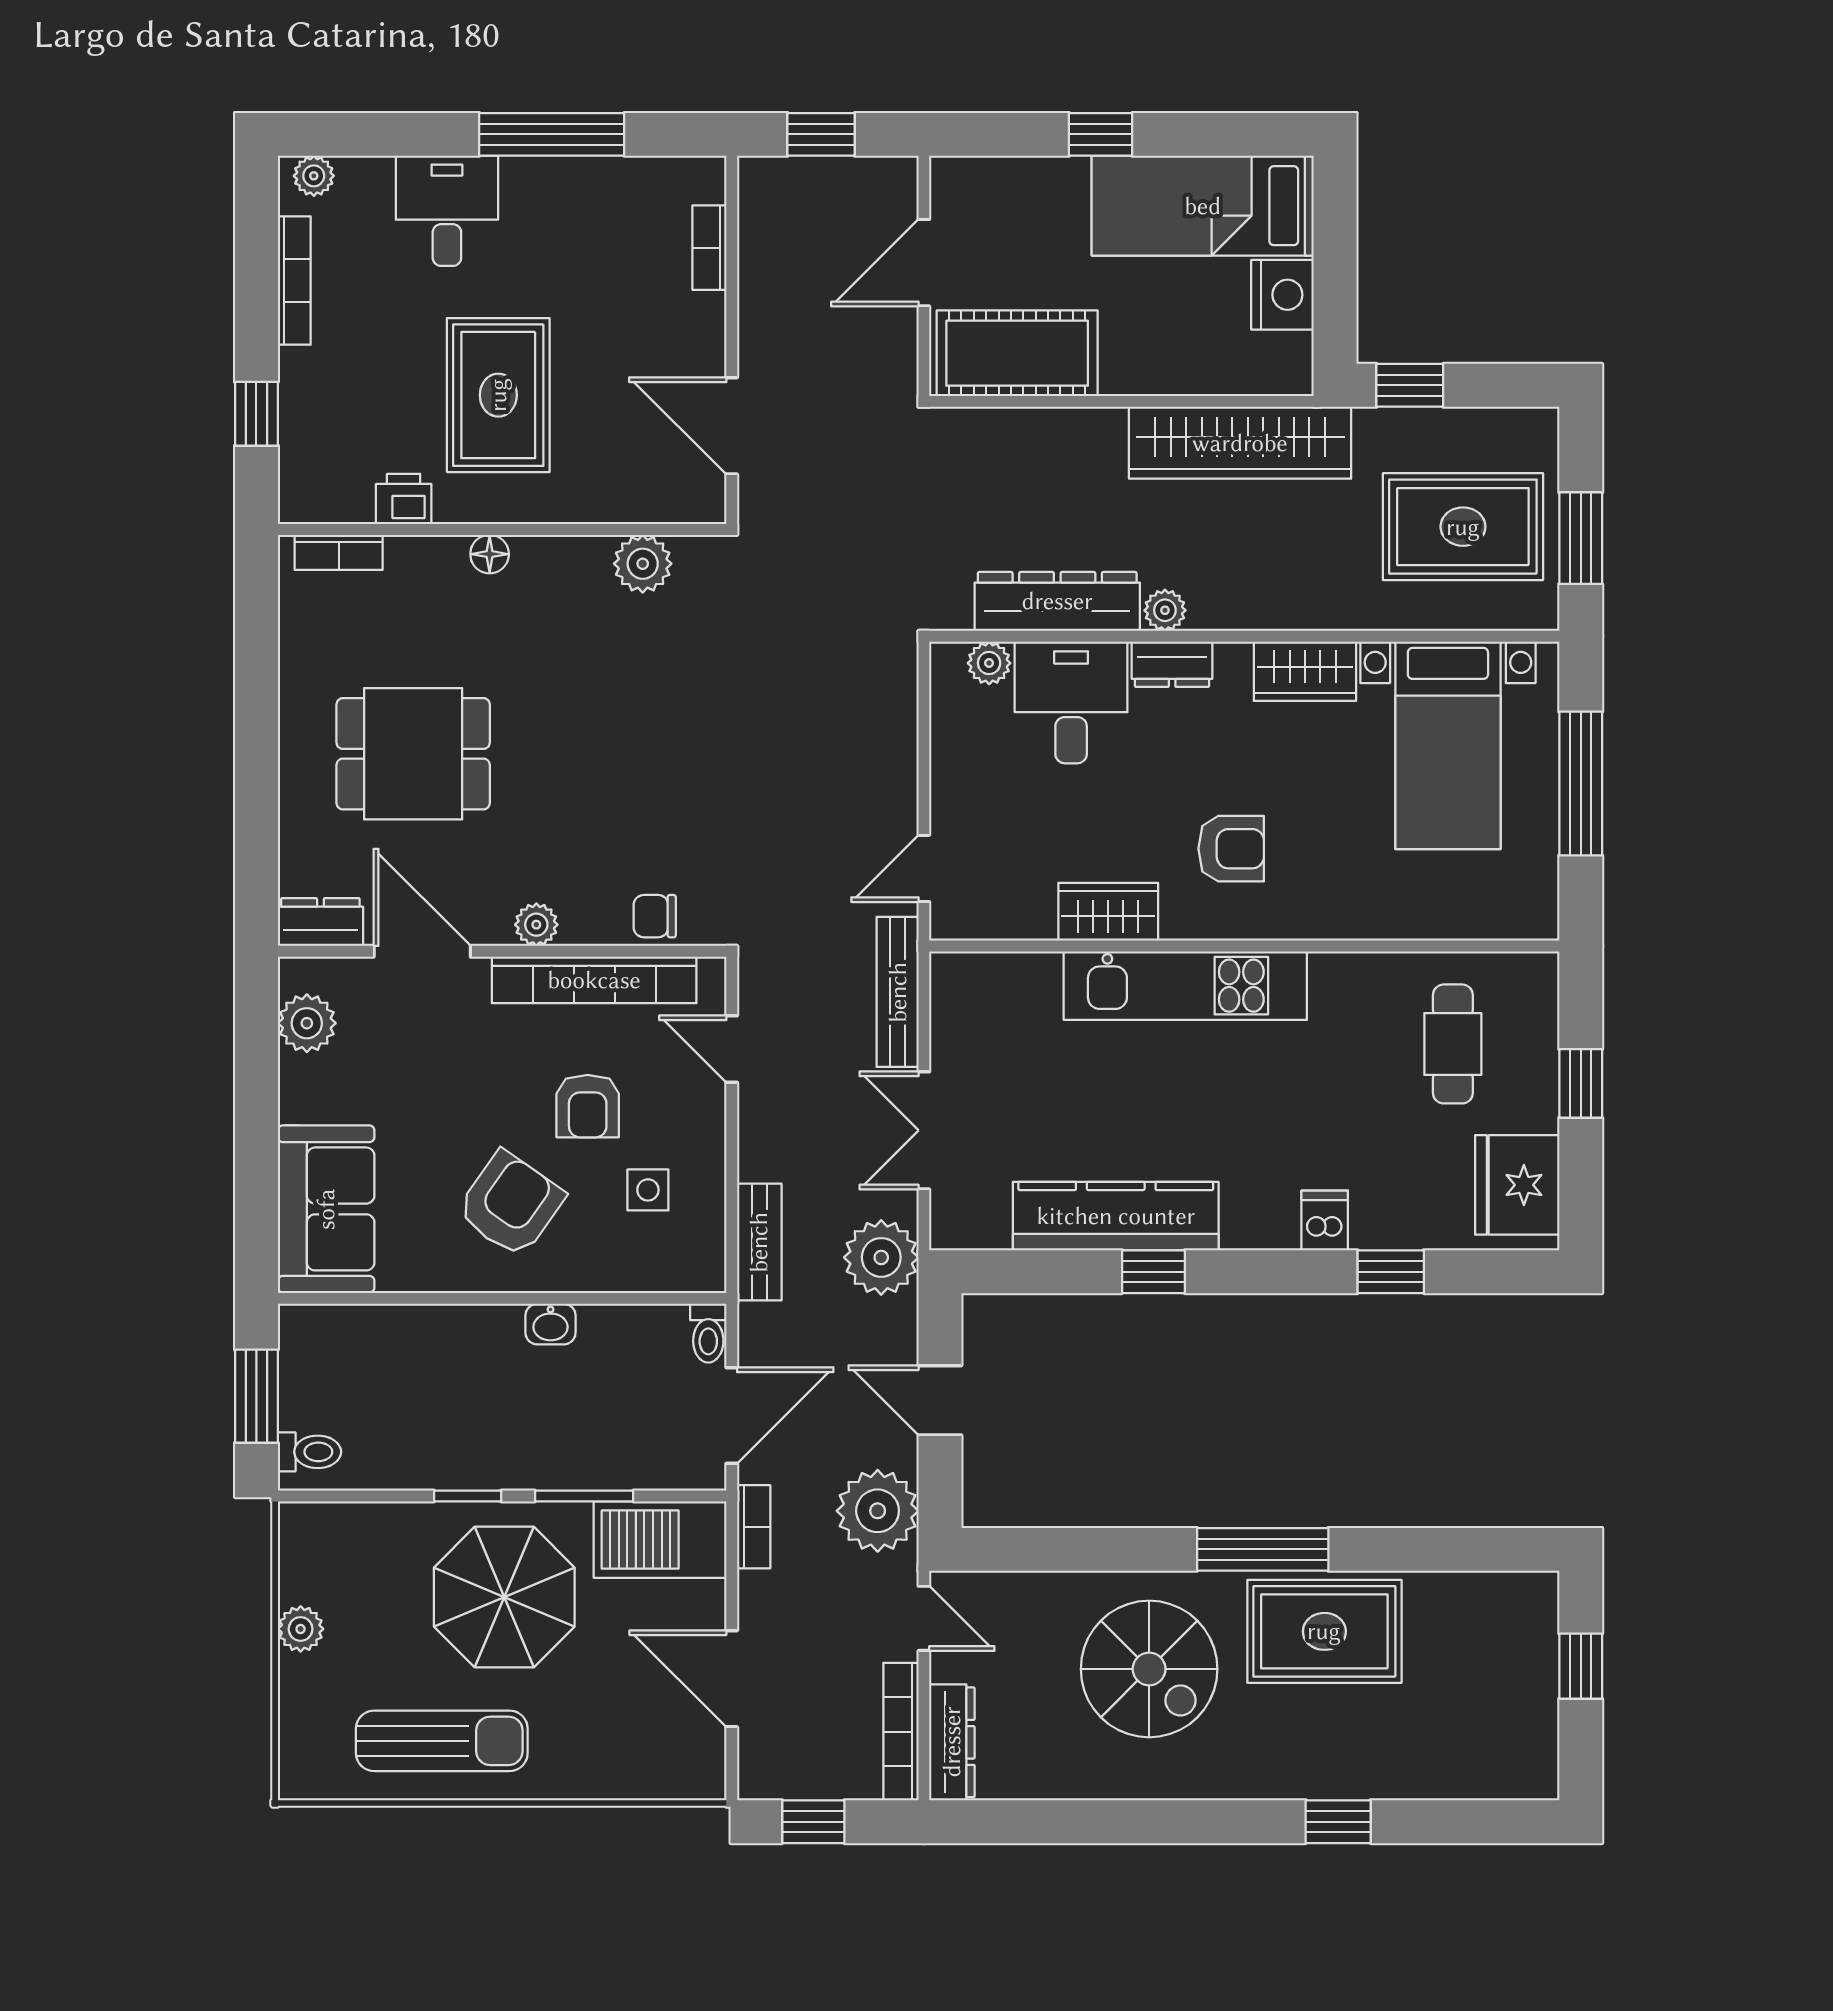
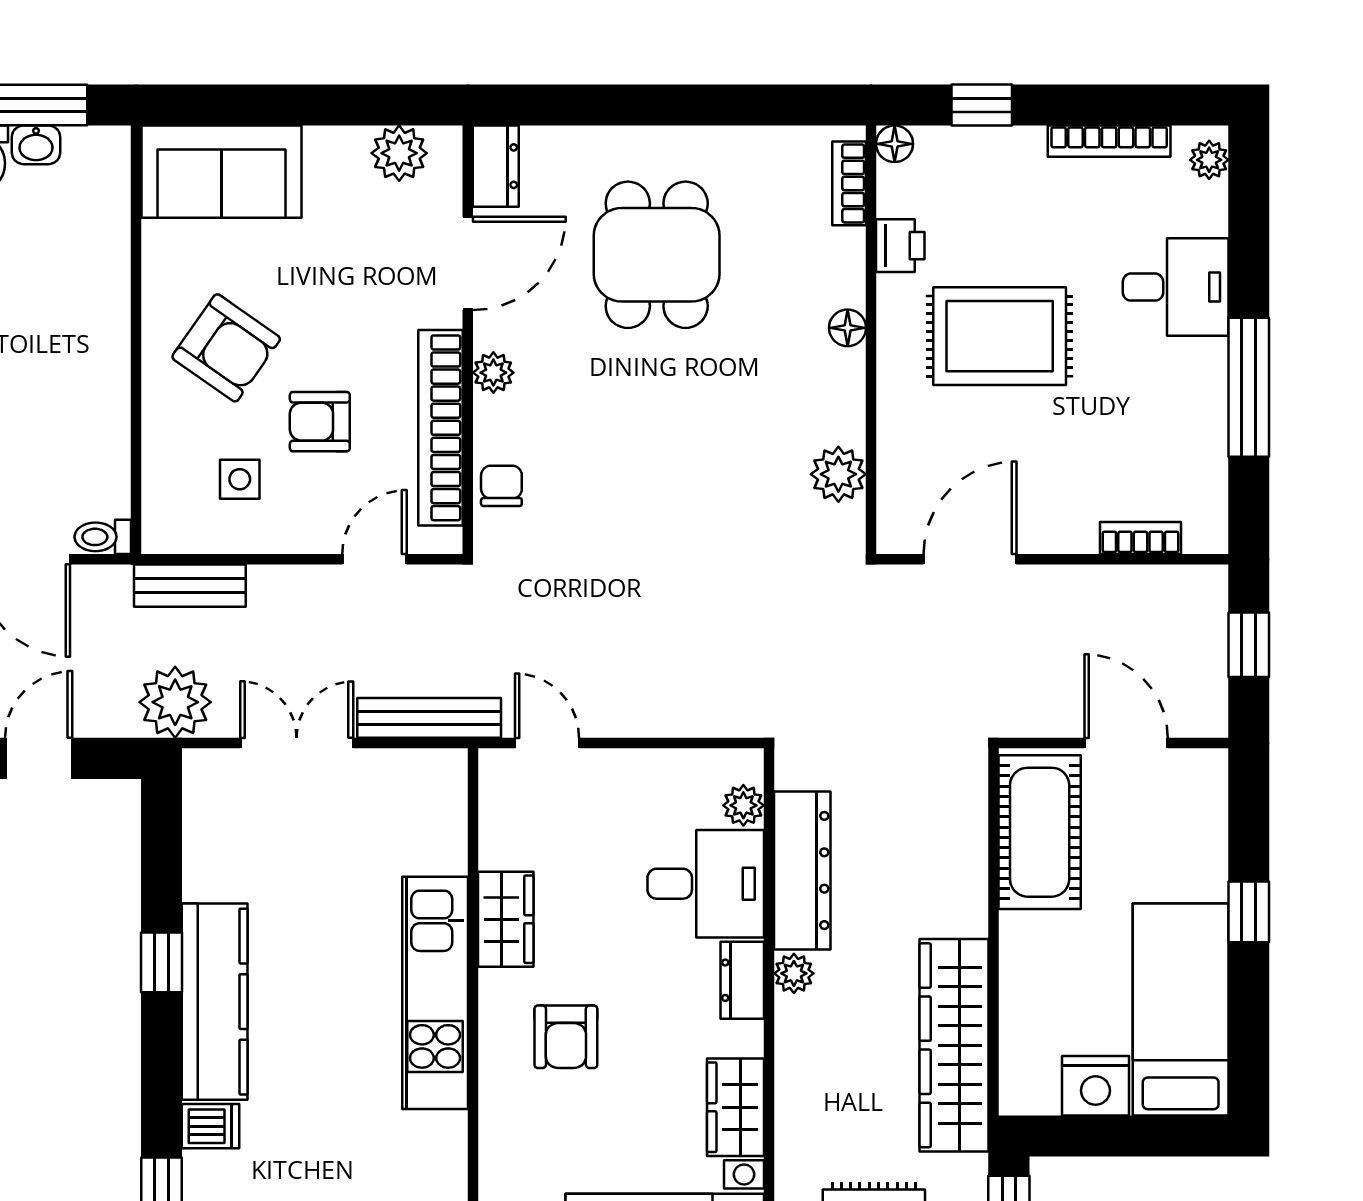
floor lamp: (297, 505) -> (895, 144), added
kitchen counter: (1116, 1216) -> (215, 1002), moved
washbasin: (551, 1324) -> (36, 145), moved, turned -90

